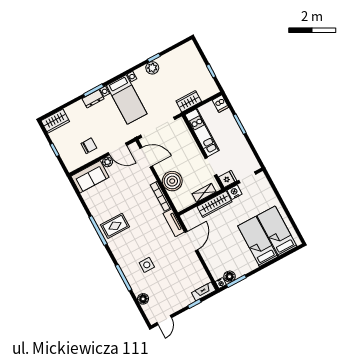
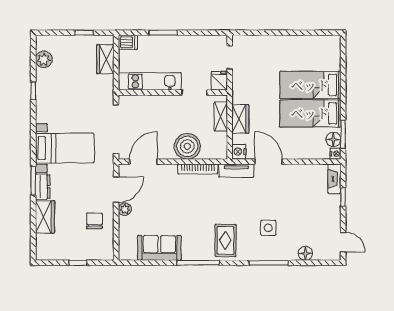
plant: (152, 68) -> (44, 59), moved
wardrobe: (189, 101) -> (105, 59), moved
wardrobe: (55, 121) -> (45, 217), moved
sofa: (90, 177) -> (159, 248), moved, turned -90
nightstand: (234, 192) -> (239, 152), moved
wardrobe: (215, 204) -> (240, 119), width x0.67
rug: (115, 226) -> (226, 240), moved
bed: (277, 231) -> (310, 113), moved

